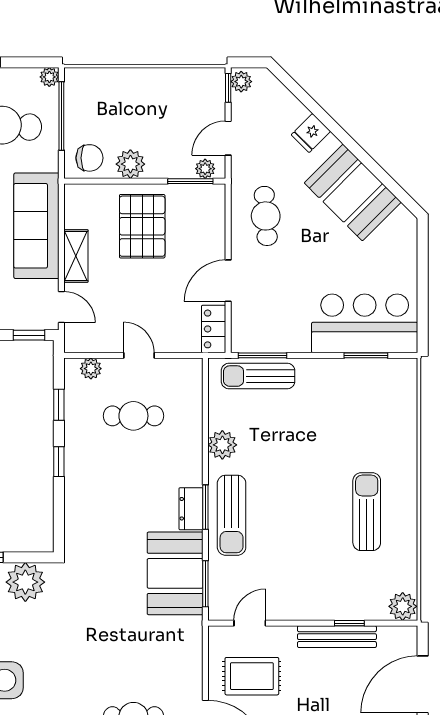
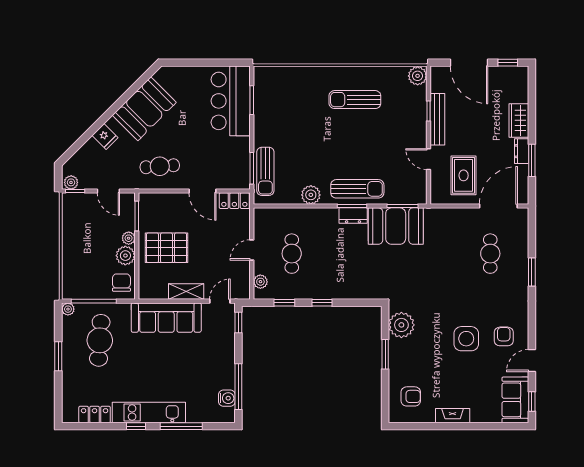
plant: (205, 169) -> (129, 238), moved
door: (250, 623) -> (429, 159), moved

